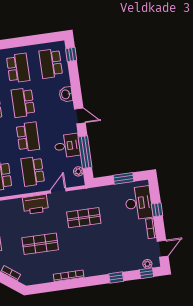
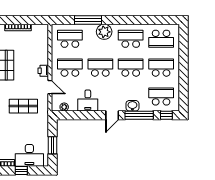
school desk: (18, 68) -> (161, 68), turned 180
school desk: (28, 137) -> (100, 68), turned 180
window: (85, 152) -> (139, 115), moved
printer: (35, 204) -> (43, 71), width x0.53, depth x0.68
shop shelf: (84, 218) -> (23, 106), turned 90

